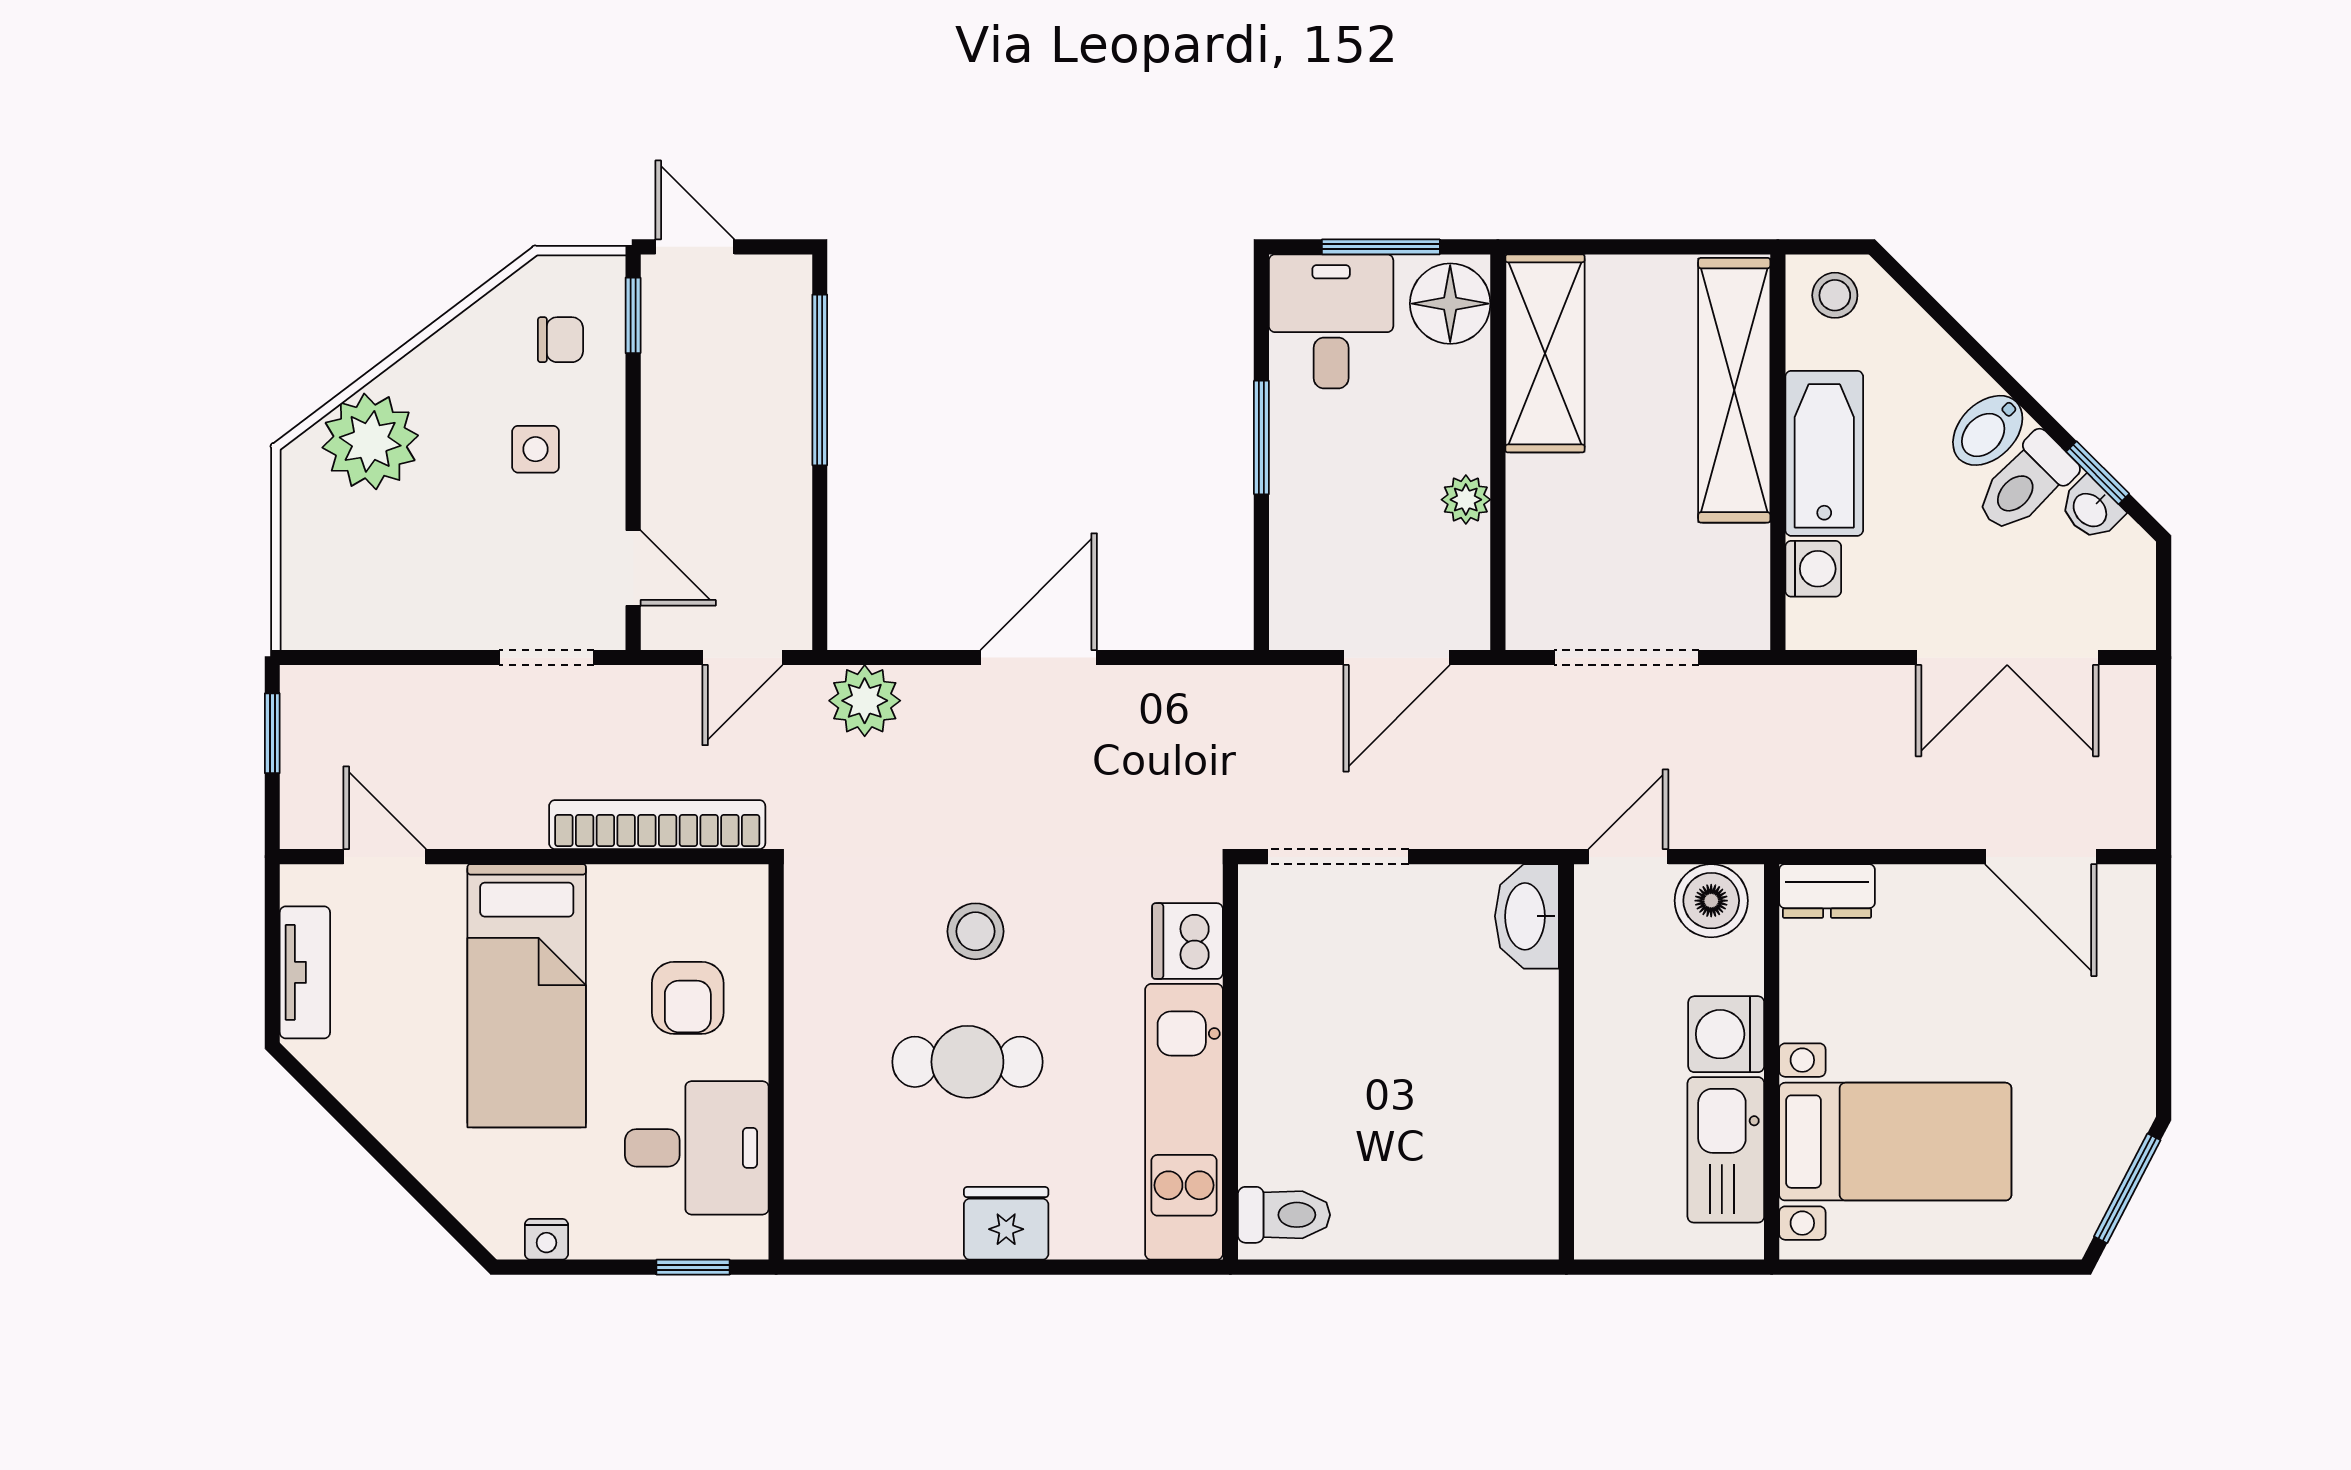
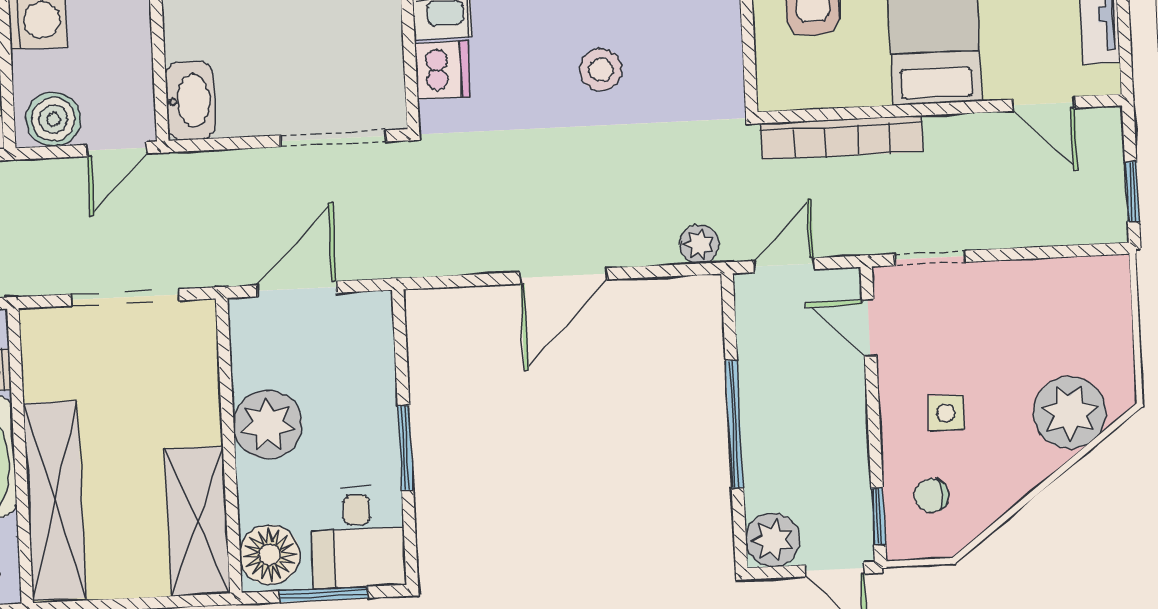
plant: (776, 291) -> (773, 540), added
window: (820, 380) -> (734, 424), moved
plant: (1466, 500) -> (268, 424), width x1.88, depth x1.88
plant: (865, 701) -> (699, 244), width x0.73, depth x0.73

